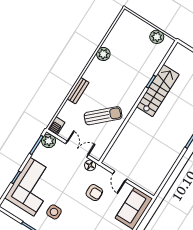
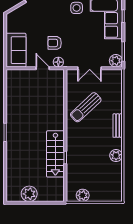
bench: (78, 91) -> (118, 126), moved
barbecue: (56, 126) -> (117, 76), removed
floor lamp: (90, 165) -> (58, 62), moved

